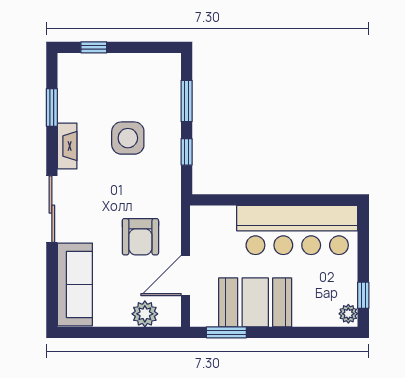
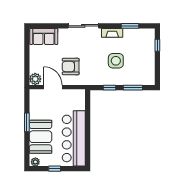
sofa: (75, 284) -> (44, 37), width x0.73
window: (363, 295) -> (55, 169), moved
booth: (255, 302) -> (41, 137), moved
plant: (145, 314) -> (35, 79), moved
window: (226, 332) -> (27, 122), moved

